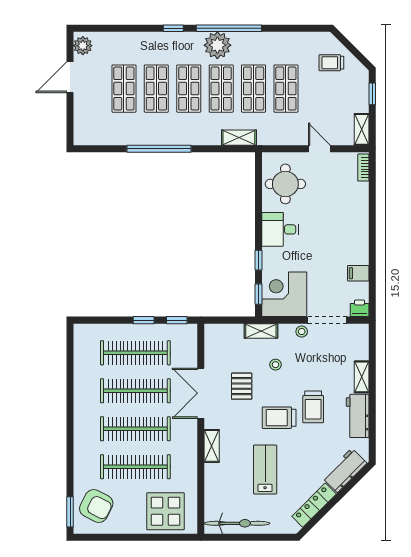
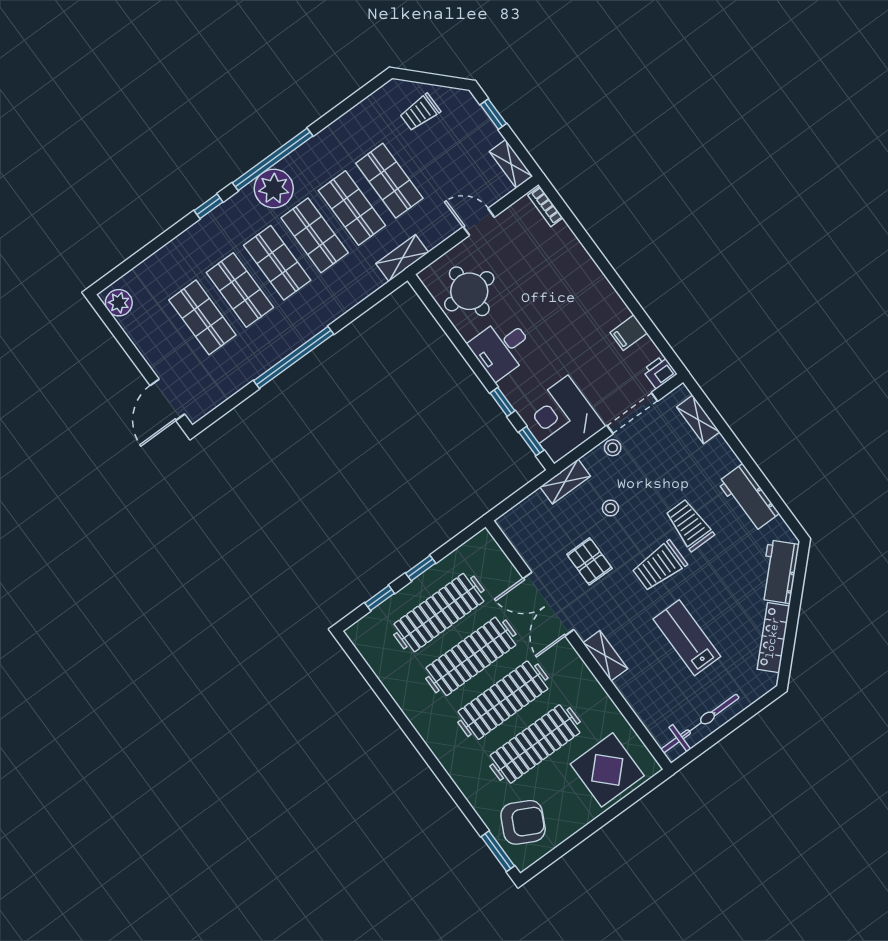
door: (70, 77) -> (167, 400), moved
shelving: (239, 138) -> (402, 258), moved
window: (177, 320) -> (380, 598), moved
shelving: (362, 377) -> (698, 419), moved
trolley: (313, 407) -> (690, 525), turned 180

